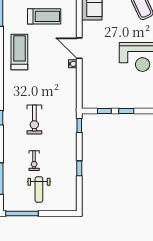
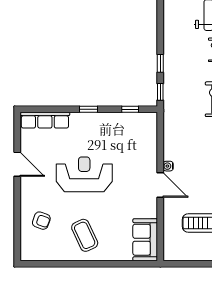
window: (126, 111) -> (89, 109), moved
window: (79, 168) -> (160, 63), moved

